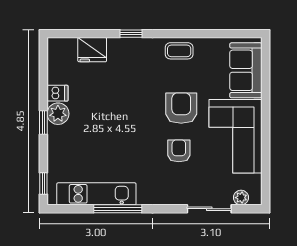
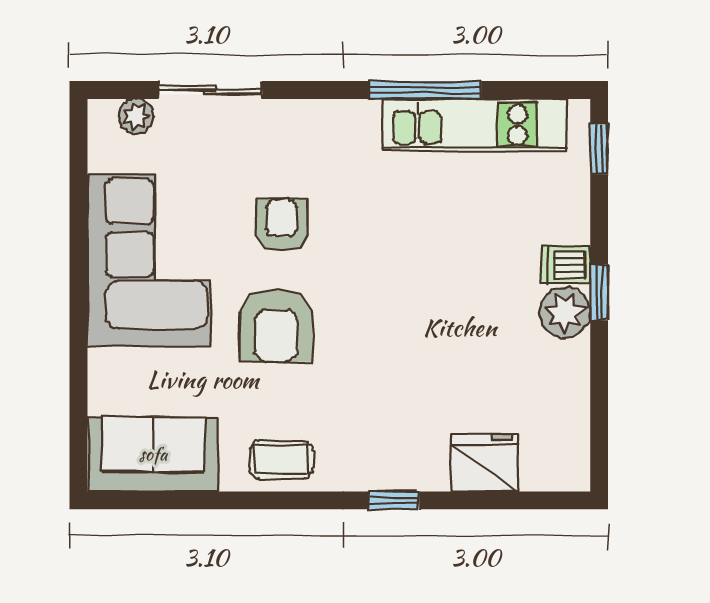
sofa: (246, 70) -> (153, 454), moved, turned -90
dishwasher: (57, 93) -> (566, 265), moved
armchair: (179, 151) -> (282, 225), turned 180

